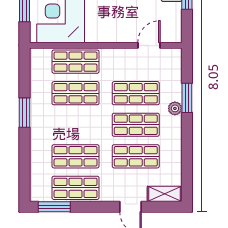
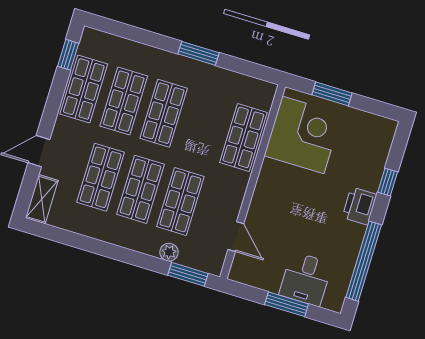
shop shelf: (76, 93) -> (164, 113), moved
window: (187, 98) -> (188, 274), moved
plant: (175, 108) -> (169, 252), moved
window: (54, 207) -> (68, 55), width x0.67

